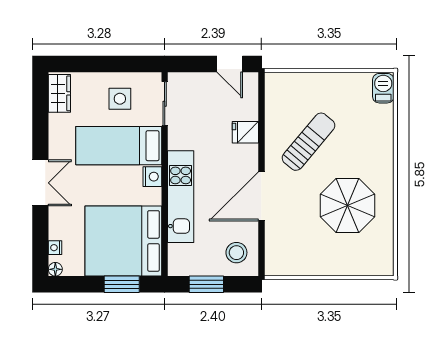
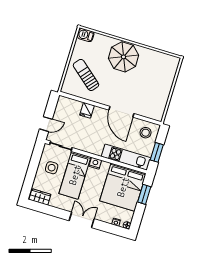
door: (230, 64) -> (46, 124), moved
sun lounger: (309, 142) -> (86, 75), moved
kitchen unit: (181, 197) -> (126, 157), moved
parasol: (348, 206) -> (123, 57), moved

